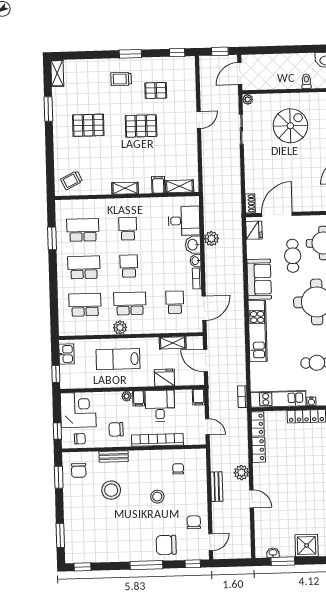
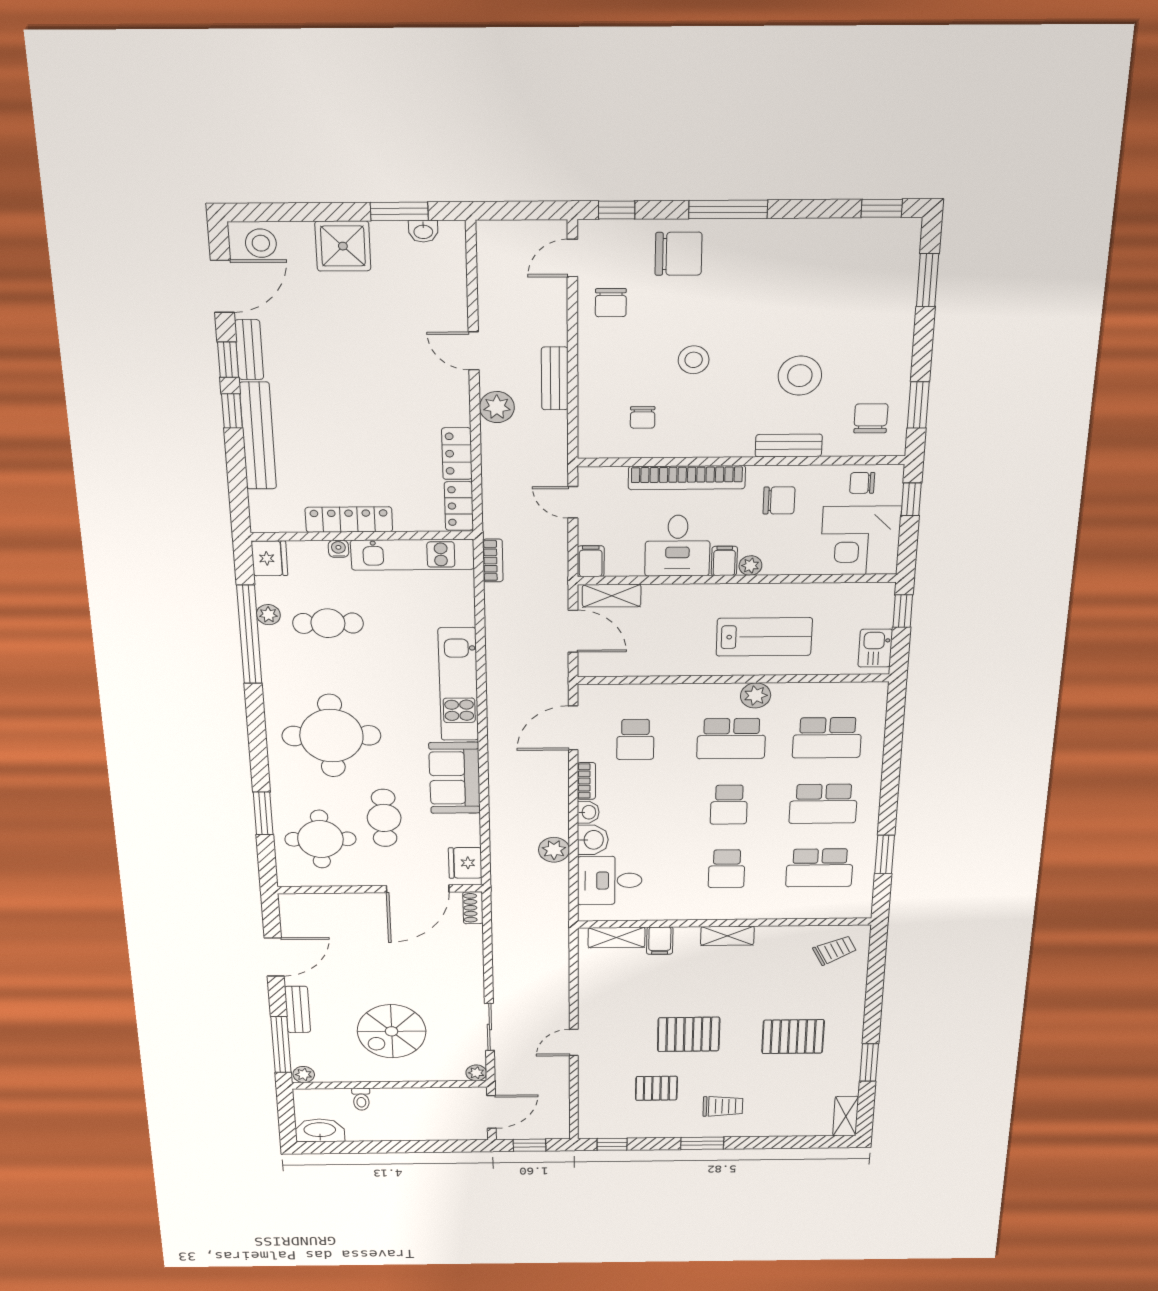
shelving: (173, 343) -> (612, 596), moved
fridge: (164, 378) -> (665, 600), removed

